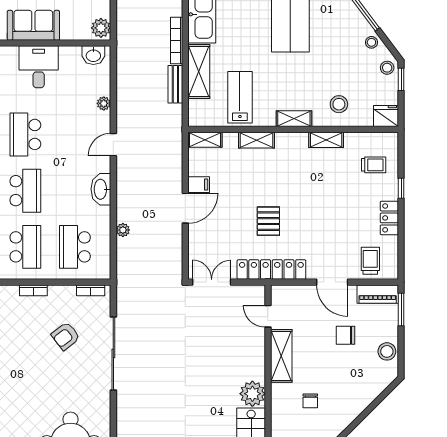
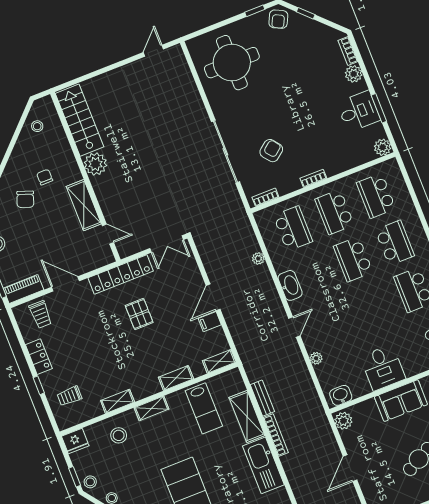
school desk: (25, 134) -> (372, 306), removed
chair: (346, 335) -> (25, 199), moved, turned 110

